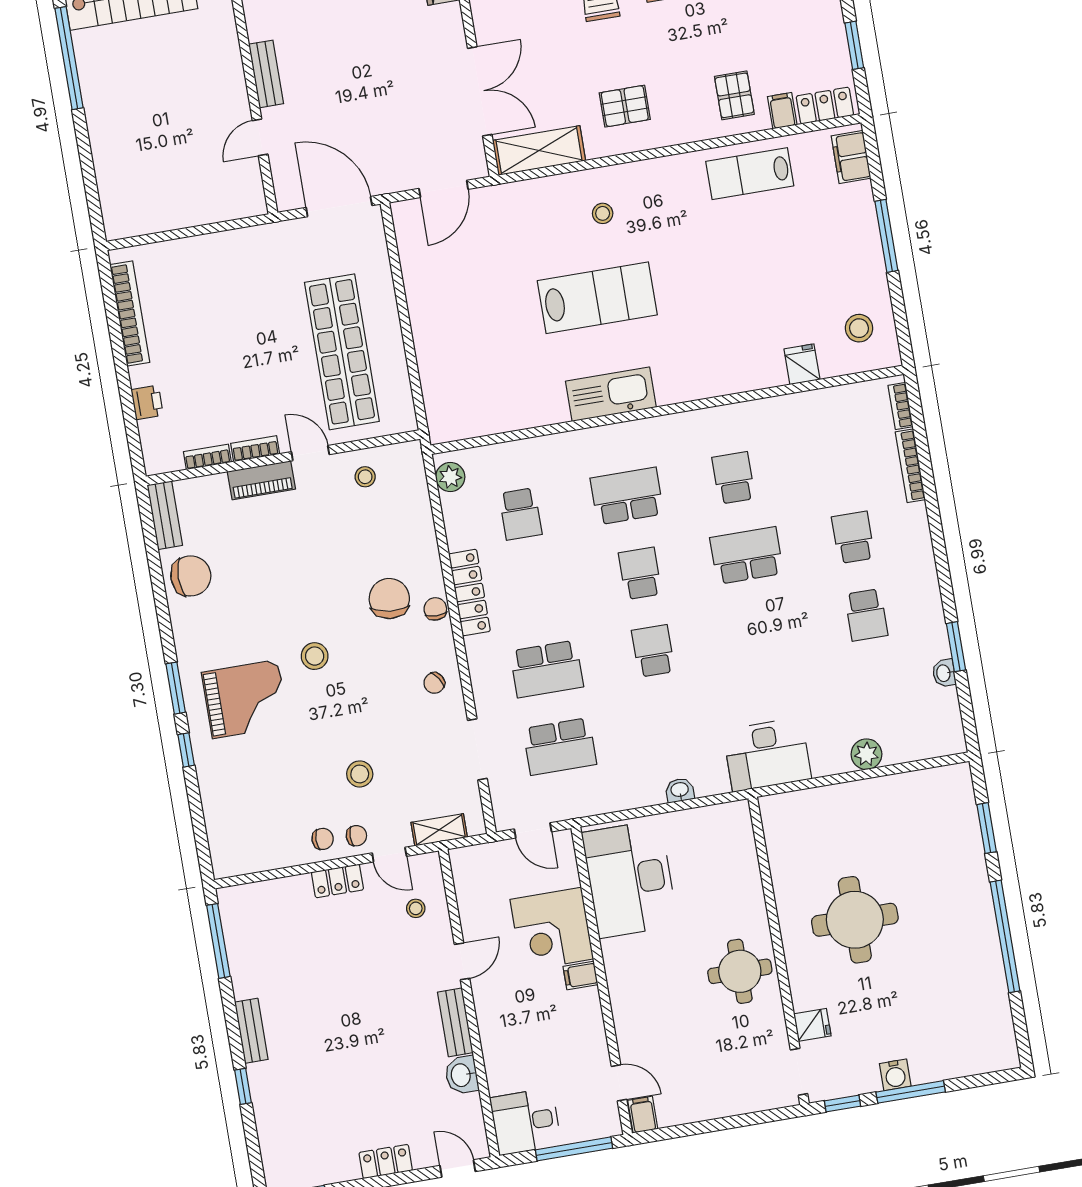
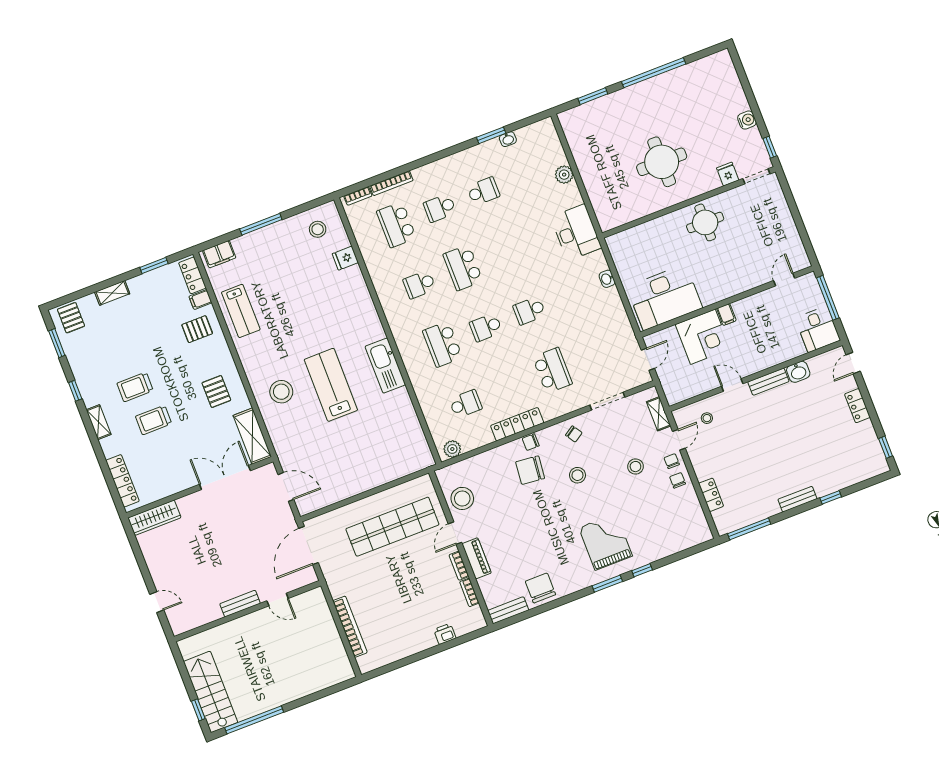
stool: (603, 213) -> (281, 392), width x1.89, depth x1.89
bookcase: (130, 314) -> (350, 627), moved, turned 90
stool: (365, 477) -> (462, 498), width x1.89, depth x1.89
stool: (315, 656) -> (577, 475), moved
school desk: (560, 746) -> (396, 225), moved, turned 180
locker: (337, 881) -> (711, 495), moved
window: (911, 1092) -> (755, 109), removed
filing cabinet: (643, 1115) -> (800, 262), removed

